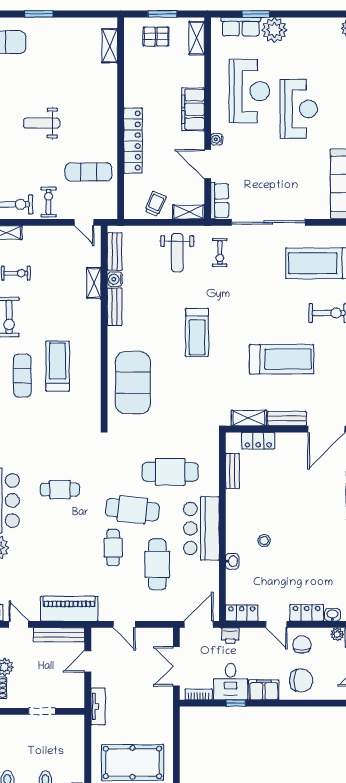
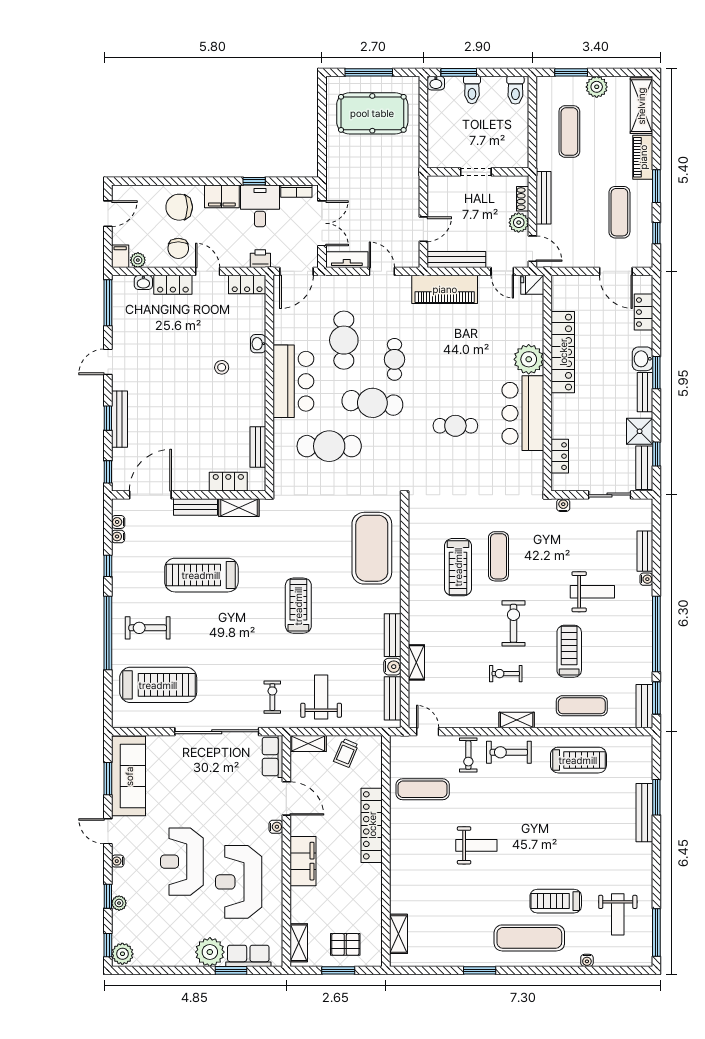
tv unit: (98, 706) -> (347, 260), moved, turned 90

